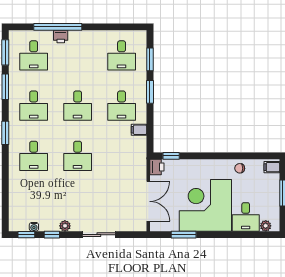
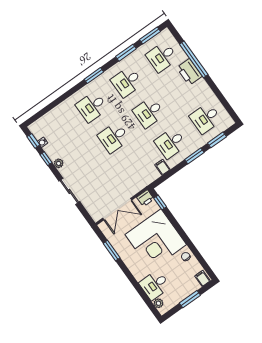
printer: (61, 37) -> (189, 72), width x1.87, depth x1.48
corner desk: (205, 205) -> (156, 240), moved, turned 180

